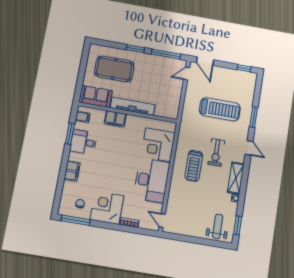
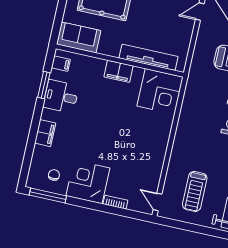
tv unit: (133, 106) -> (148, 57), moved
filing cabinet: (115, 119) -> (119, 71), moved
corner desk: (158, 145) -> (160, 92), moved, turned -90
treadmill: (194, 166) -> (195, 191), moved
desk: (152, 180) -> (146, 150), removed

